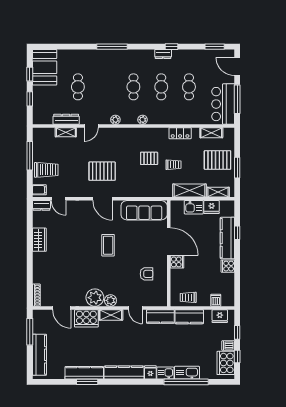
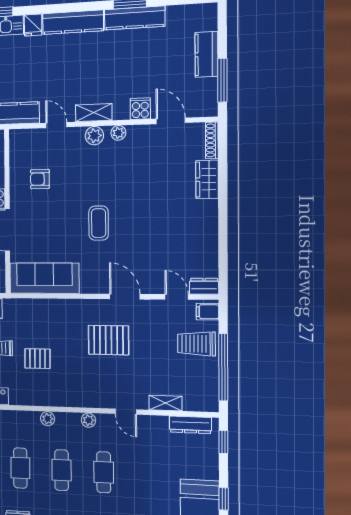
cafe table: (78, 87) -> (104, 472), moved
window: (30, 99) -> (223, 442), moved
dresser: (66, 119) -> (190, 425), moved
door: (91, 126) -> (126, 412), swing flipped
window: (30, 156) -> (223, 367), width x1.46
door: (103, 199) -> (125, 297), moved
wardrobe: (39, 240) -> (207, 179), moved
plant: (95, 298) -> (118, 133), width x0.53, depth x0.53
cooker: (86, 318) -> (140, 109), width x0.53, depth x0.76
kitchen counter: (39, 355) -> (207, 54), width x0.67

